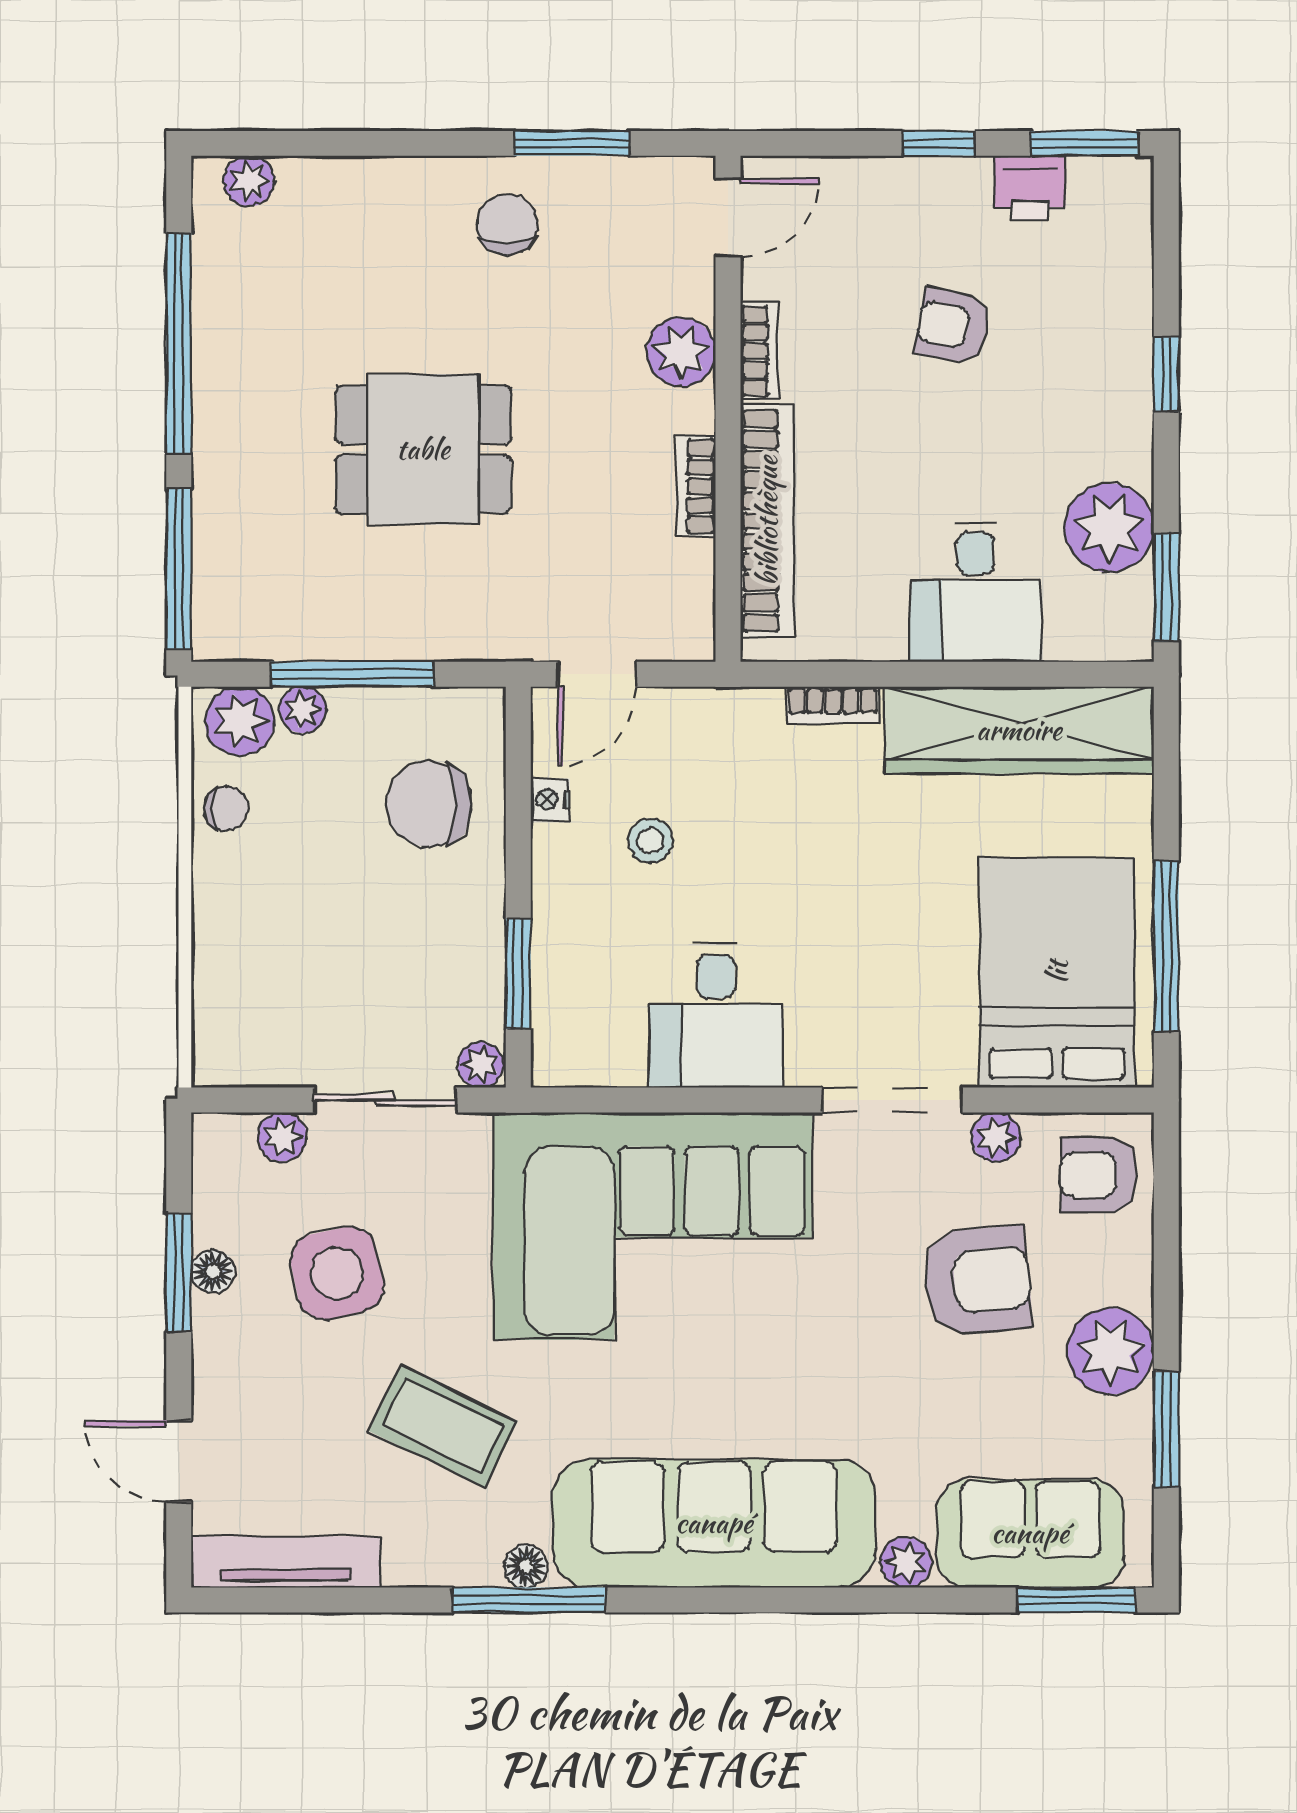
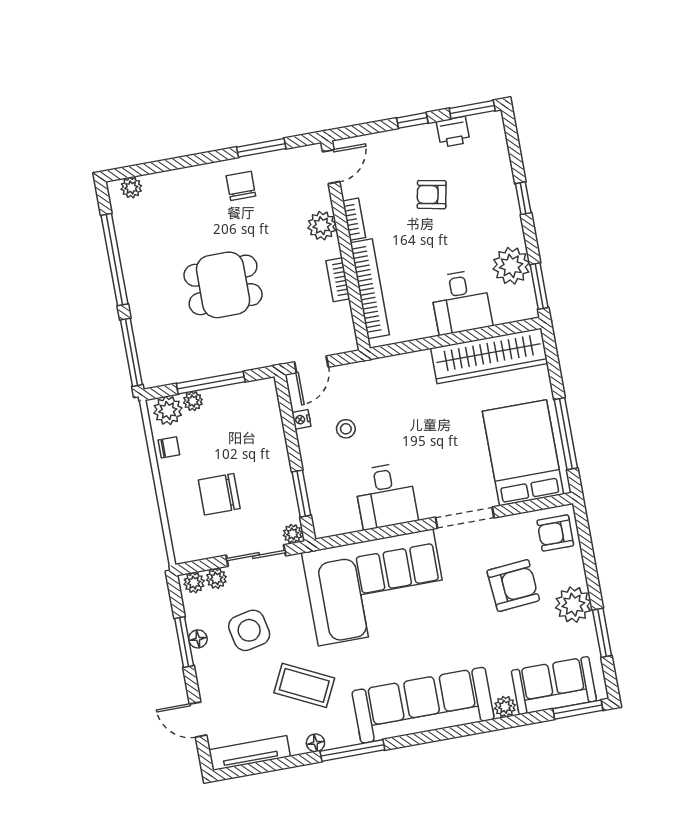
bookcase: (833, 705) -> (411, 360), removed
chair: (429, 804) -> (219, 494), moved
plant: (996, 1137) -> (194, 583), moved
floor lamp: (526, 1566) -> (315, 743), moved

